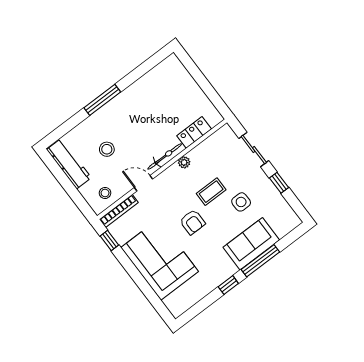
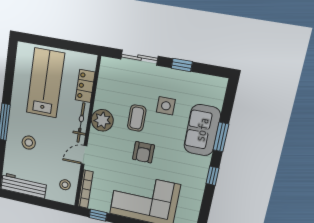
lab bench: (165, 102) -> (45, 83), added
stool: (107, 149) -> (29, 143), moved
plant: (184, 162) -> (102, 120), width x1.88, depth x1.88
armchair: (192, 222) -> (143, 152), turned 90
window: (260, 261) -> (221, 137), width x0.69

